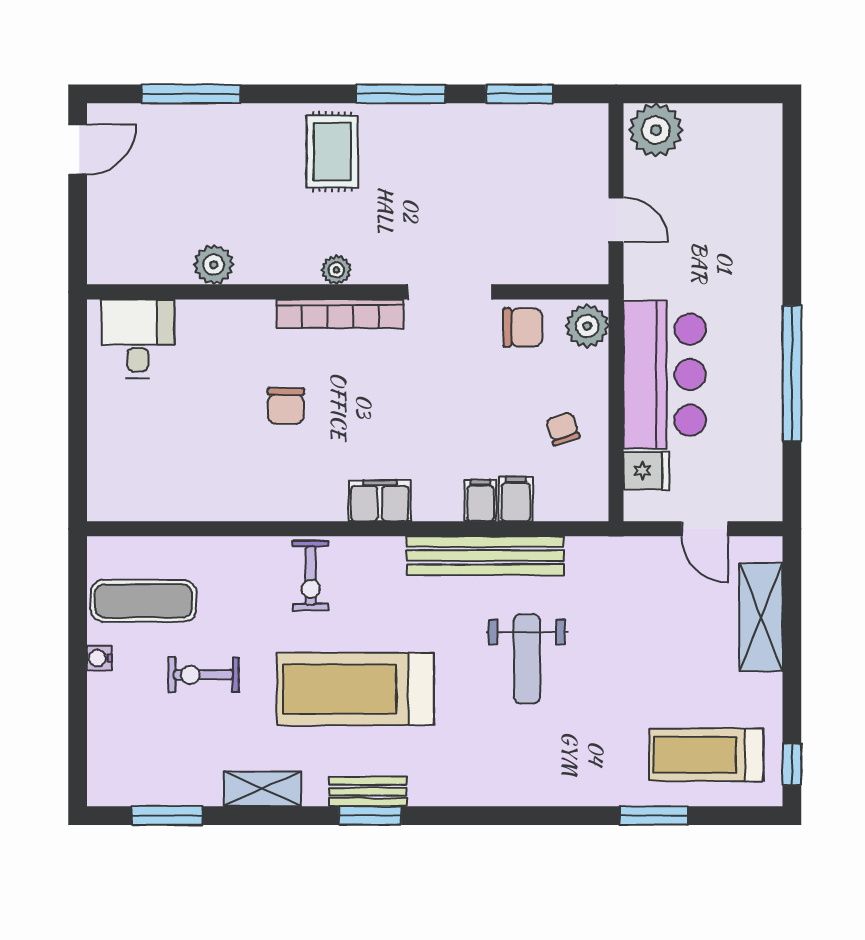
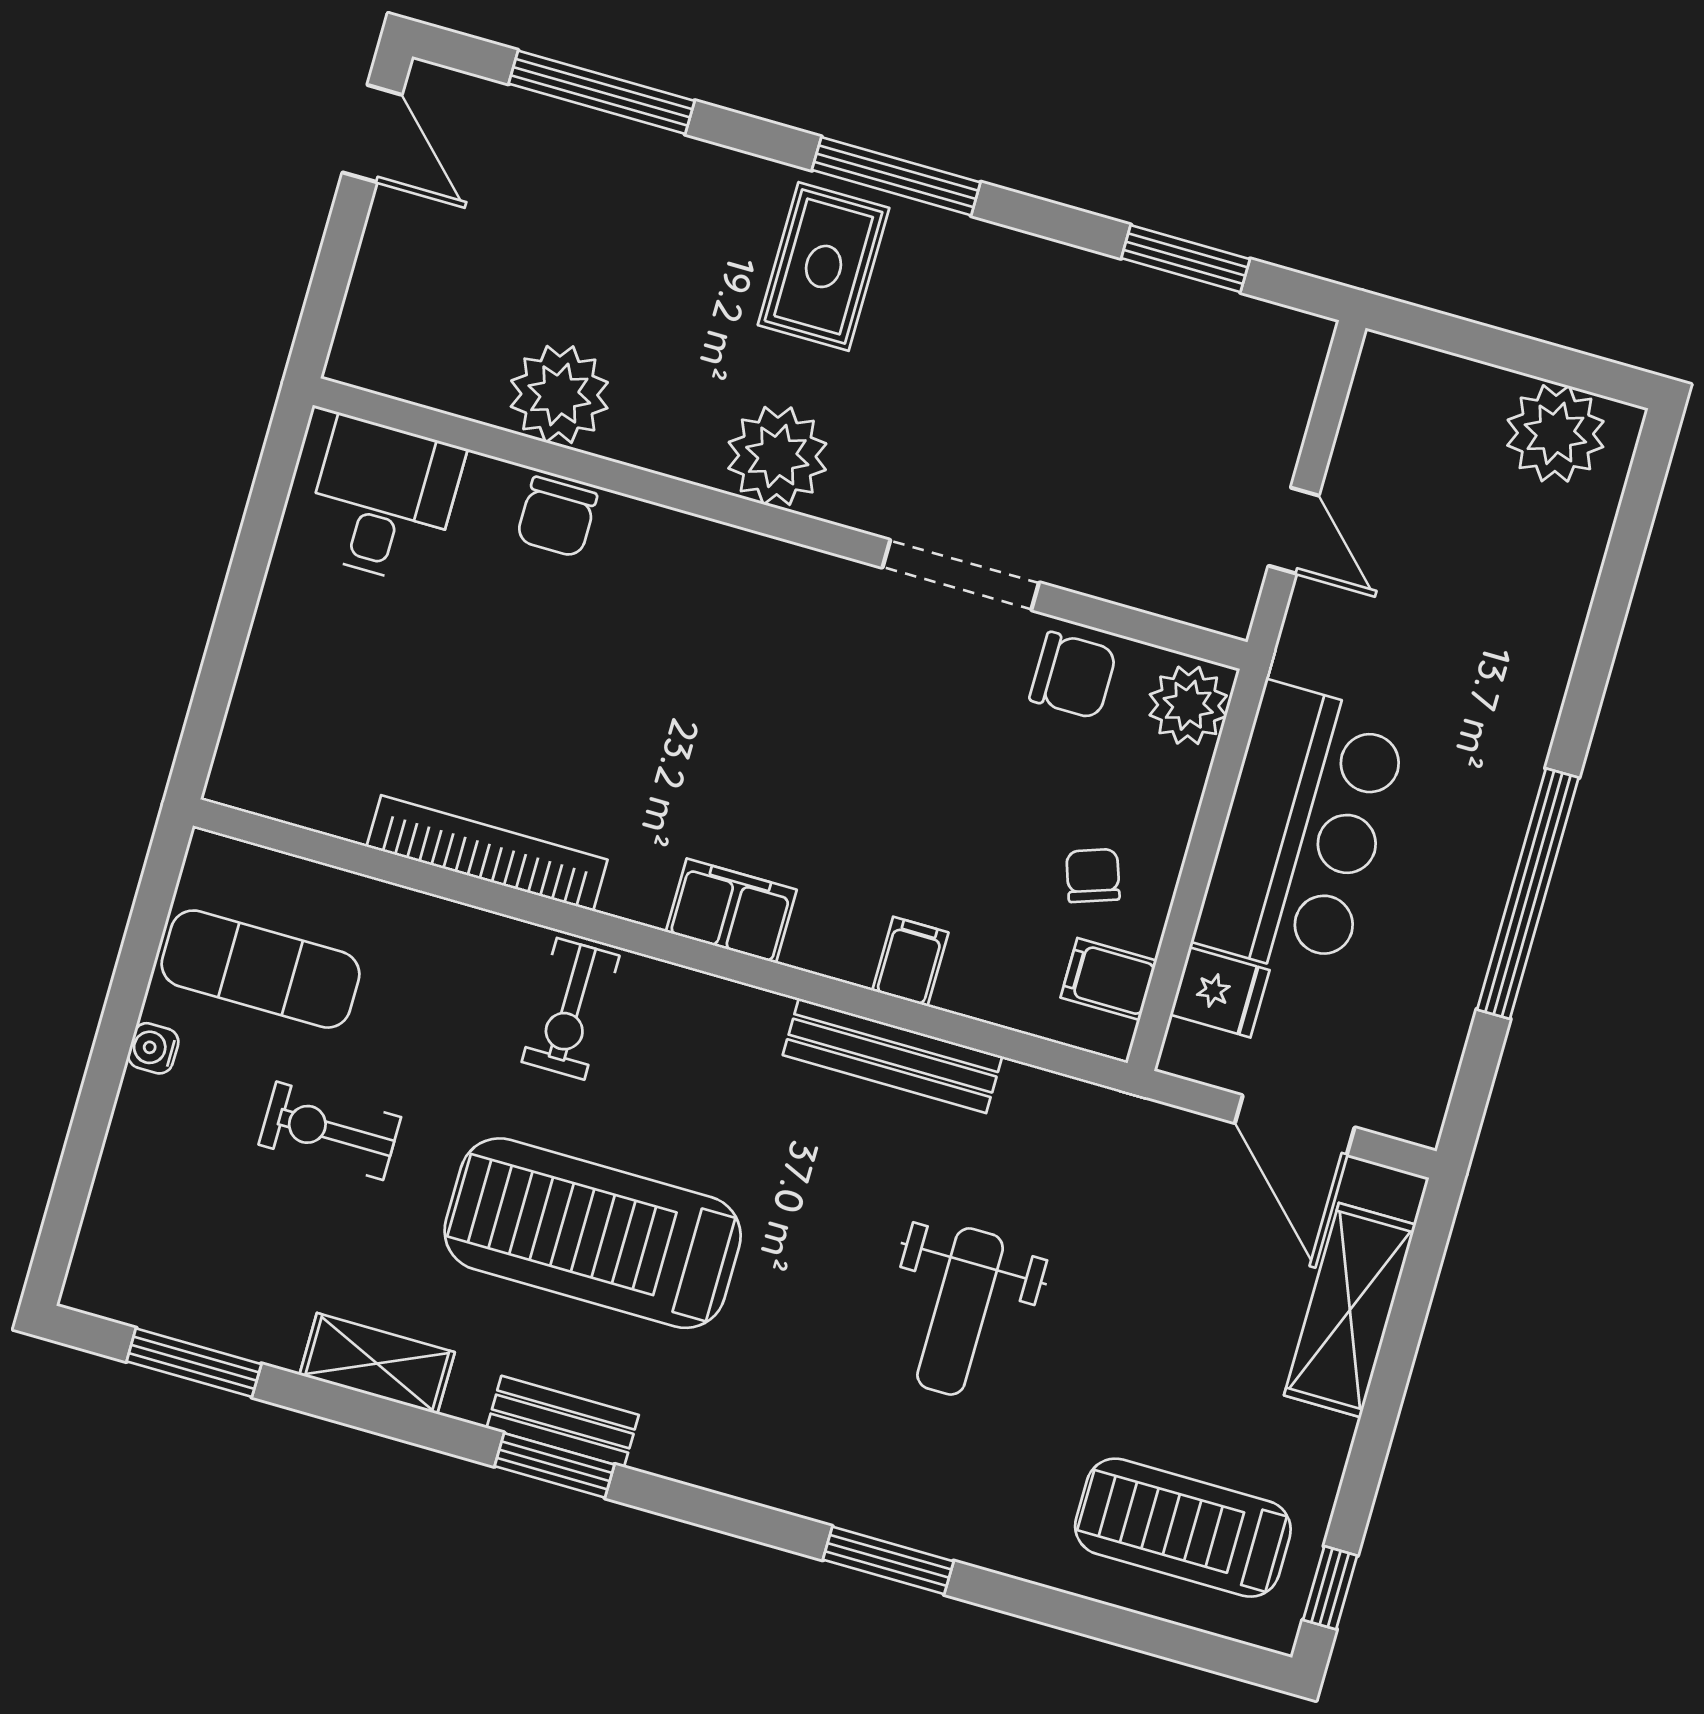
window: (401, 94) -> (896, 176), moved
plant: (656, 130) -> (1555, 433), moved
door: (78, 149) -> (372, 134), hinge flipped
plant: (214, 265) -> (559, 394), width x1.36, depth x1.36
plant: (336, 270) -> (777, 456), width x1.88, depth x1.88
bookcase: (340, 314) -> (487, 853), moved, turned 180
chair: (286, 406) -> (557, 517), moved
filing cabinet: (516, 499) -> (1109, 979), moved, turned -90
door: (705, 529) -> (1295, 1125), width x1.37
bench: (485, 556) -> (893, 1056), width x0.73, depth x0.82
weight bench: (527, 659) -> (960, 1311), moved
window: (654, 816) -> (888, 1560), moved

